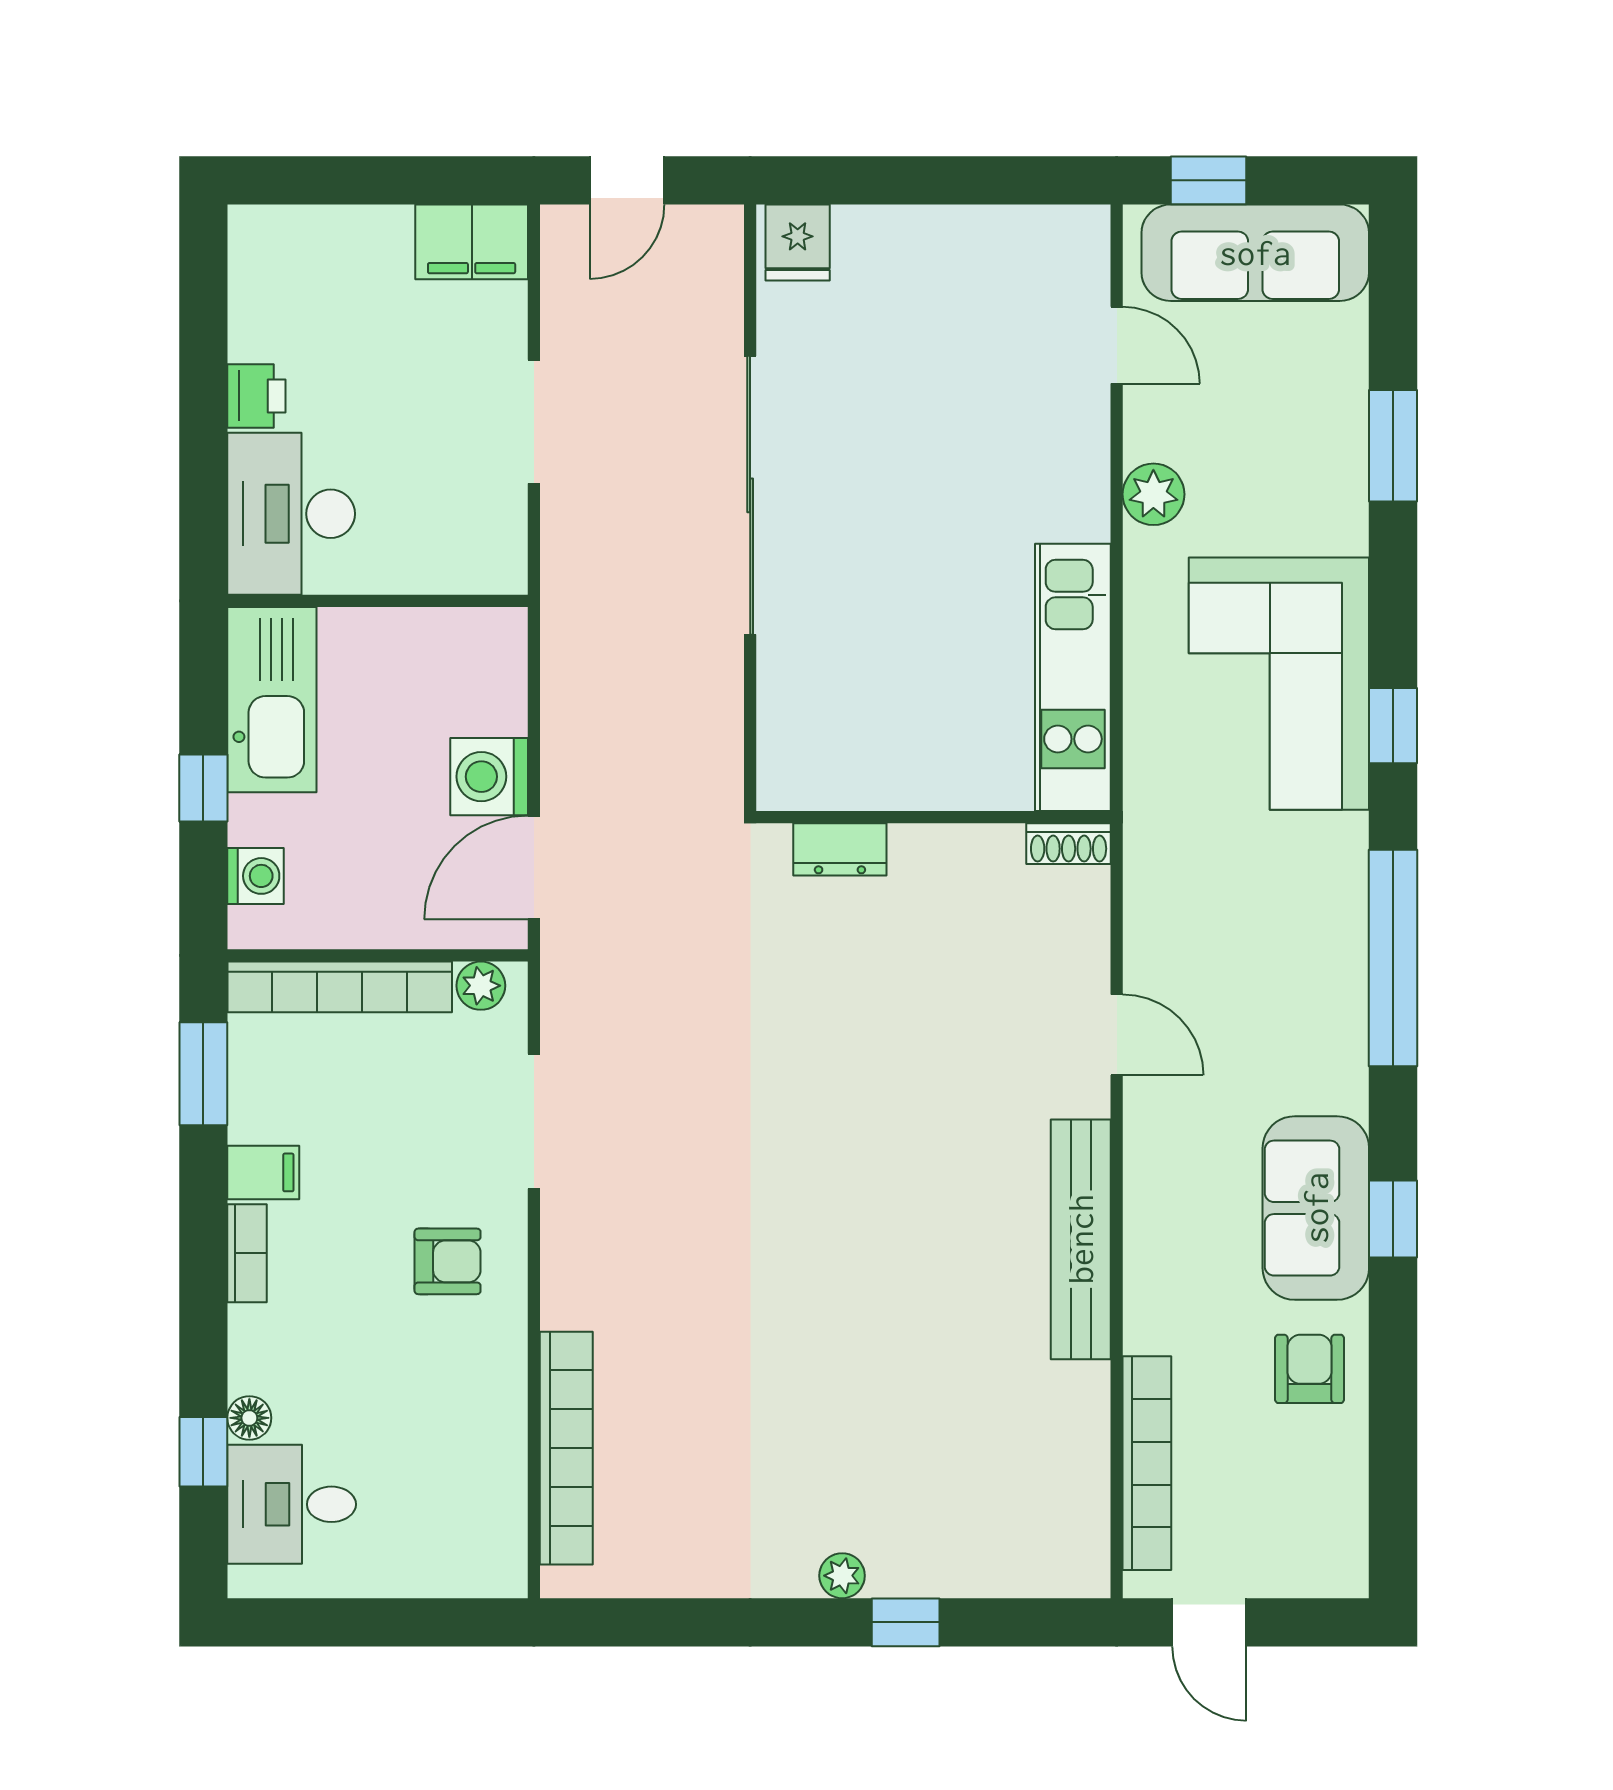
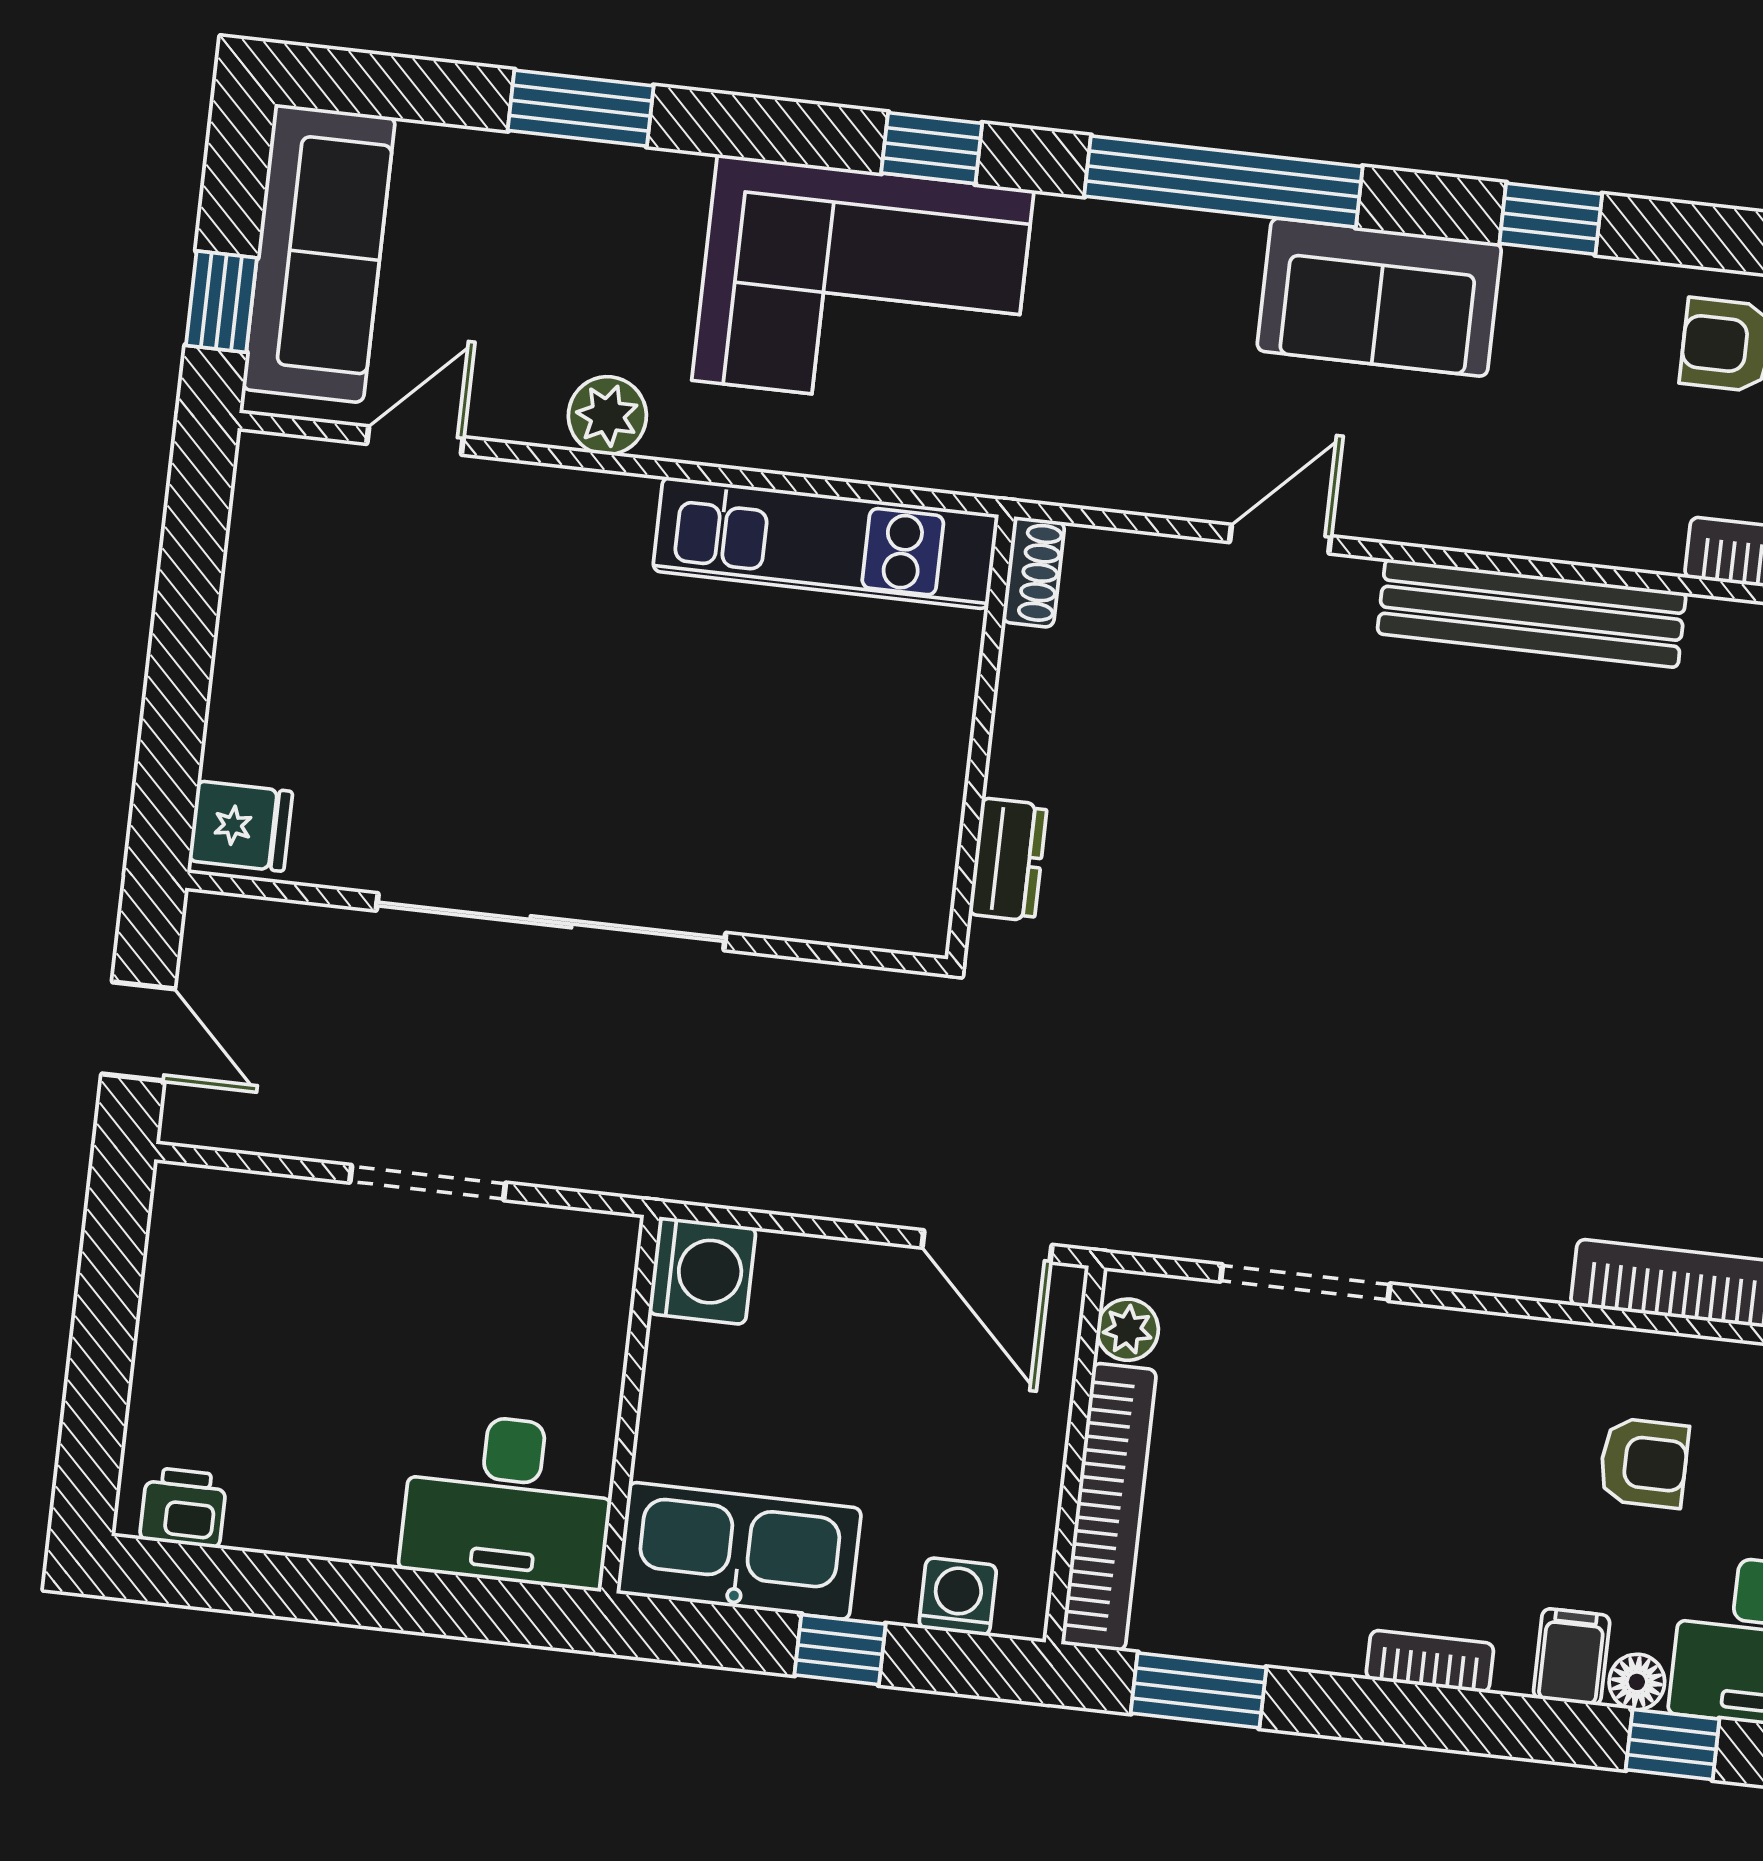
filing cabinet: (472, 242) -> (193, 1235), removed
printer: (256, 396) -> (183, 1507), moved
washing machine: (489, 777) -> (702, 1271), moved, turned -90
filing cabinet: (263, 1172) -> (1572, 1657), moved
sofa: (1316, 1208) -> (1379, 297), moved
armchair: (448, 1261) -> (1644, 1463), moved, turned 90

